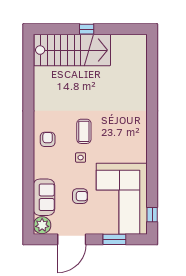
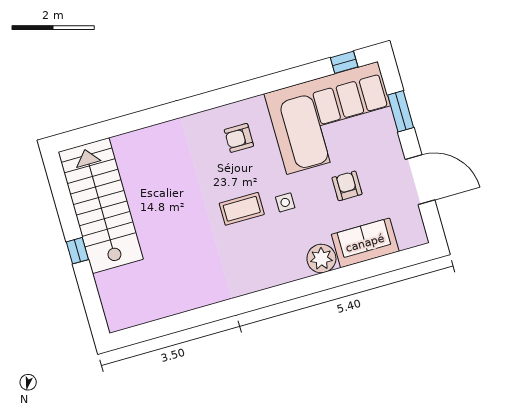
stairs: (72, 50) -> (101, 206), moved
armchair: (48, 139) -> (239, 138), moved
plant: (42, 225) -> (321, 259), moved

